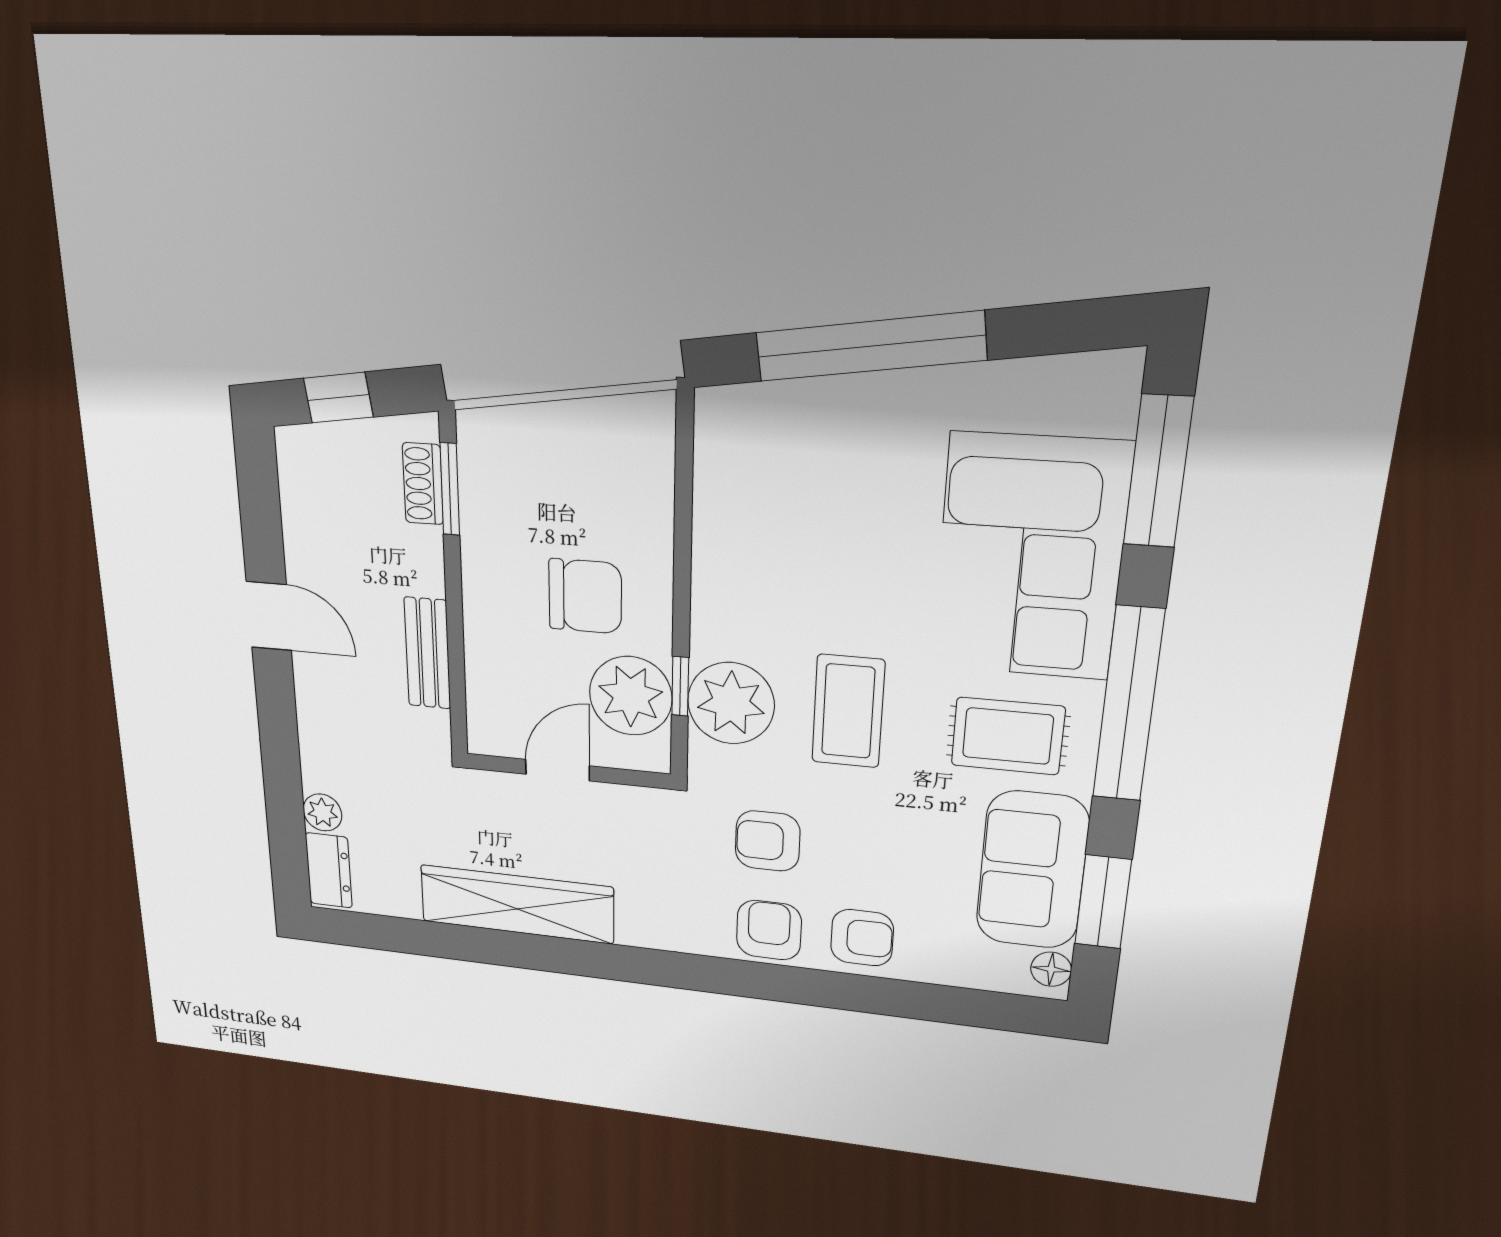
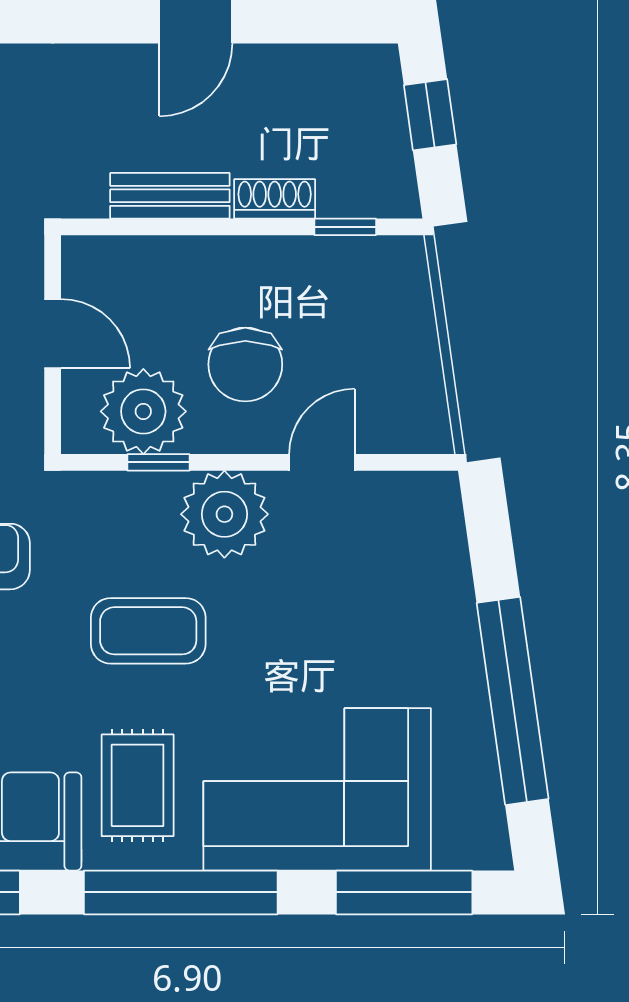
window: (870, 346) -> (513, 701), moved
shoe rack: (423, 484) -> (275, 199), moved
window: (450, 489) -> (345, 227), width x0.67
door: (683, 528) -> (322, 462), added
plant: (731, 703) -> (224, 514), moved

